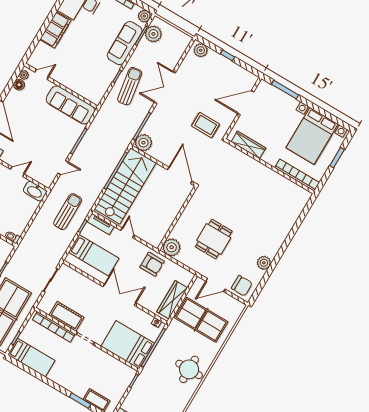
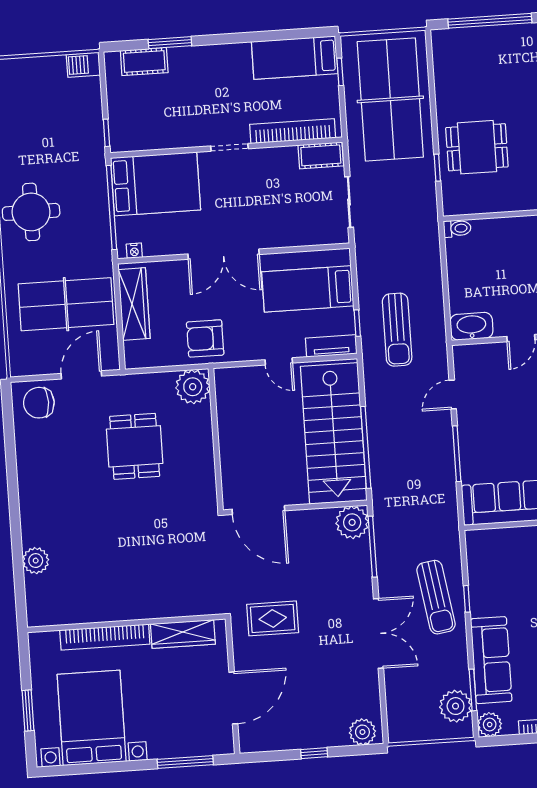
bookcase: (297, 175) -> (105, 637), moved
plant: (264, 263) -> (36, 561), moved
cot: (66, 316) -> (321, 155), moved, width x0.73, depth x0.75

